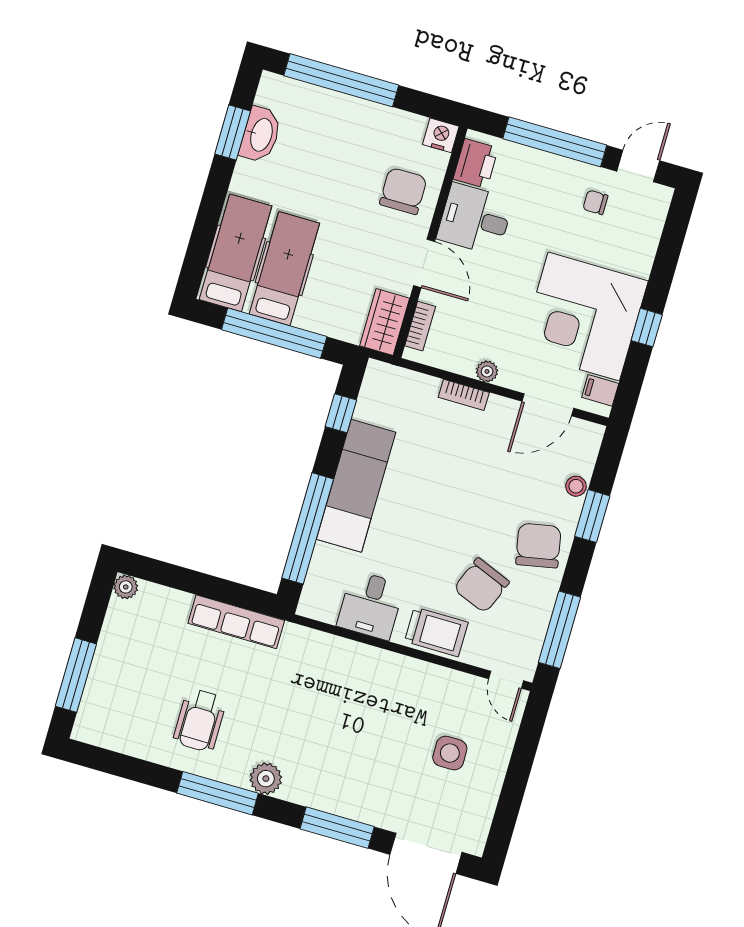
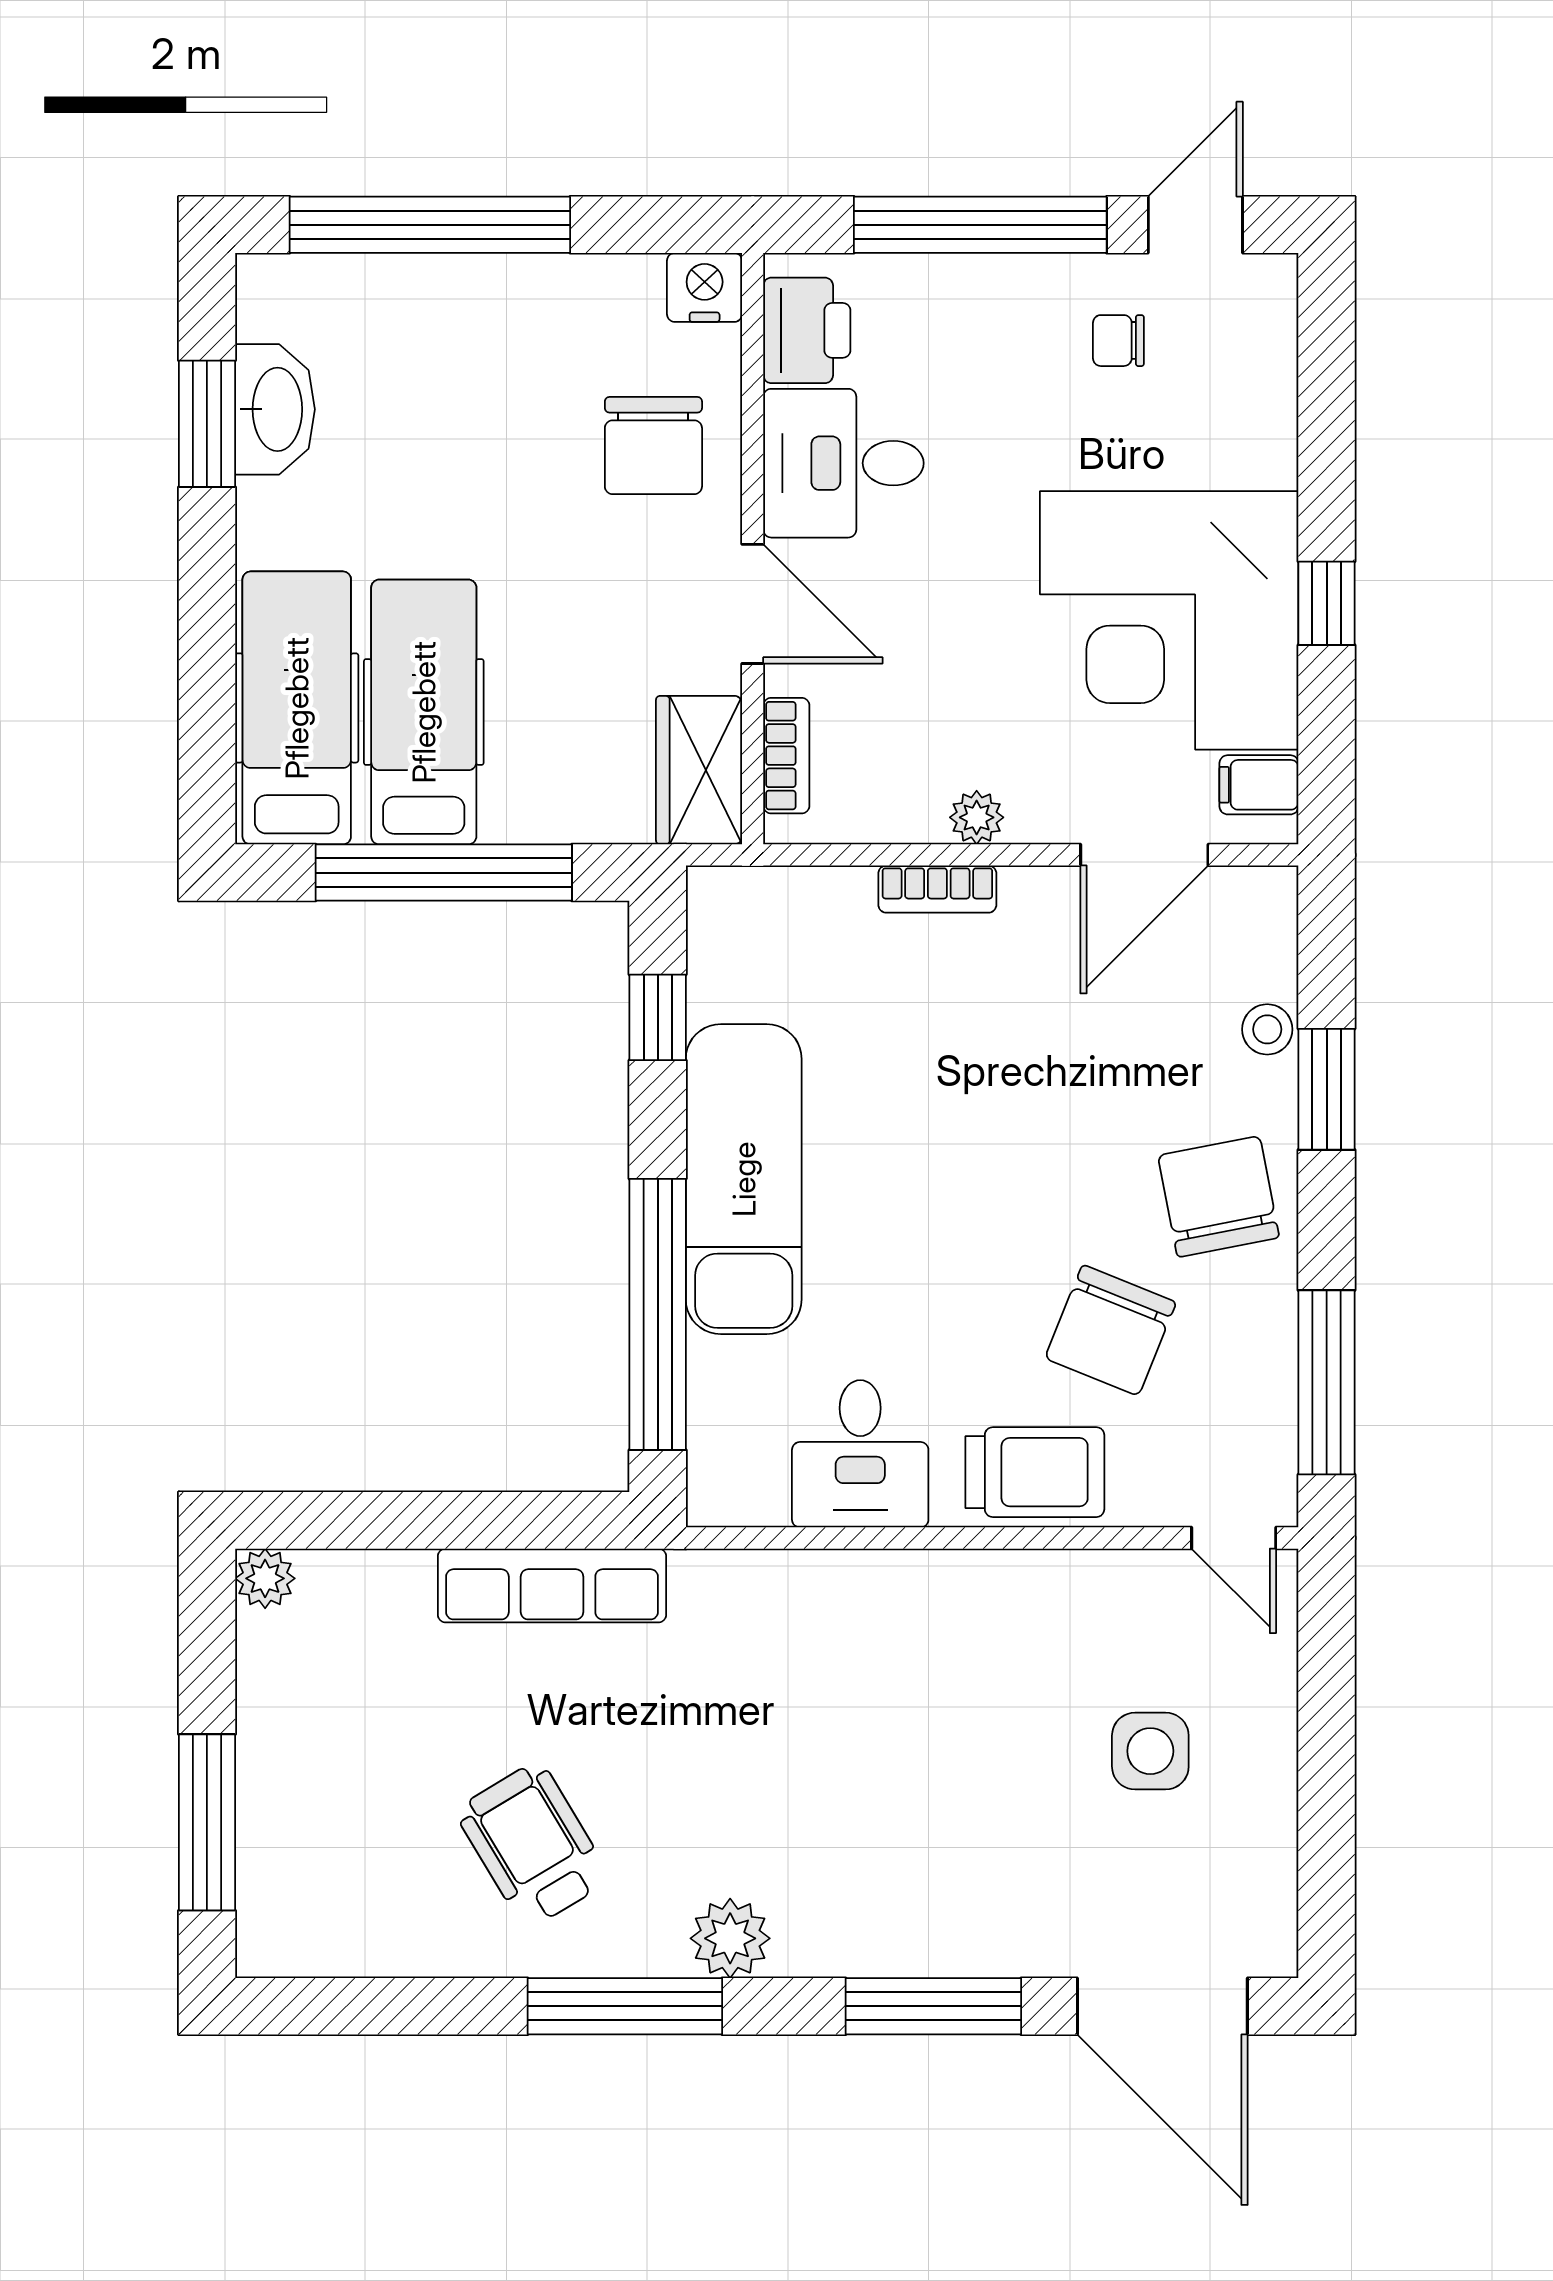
chair: (403, 191) -> (653, 446), turned 180
wheelchair: (200, 720) -> (533, 1845), turned 149

